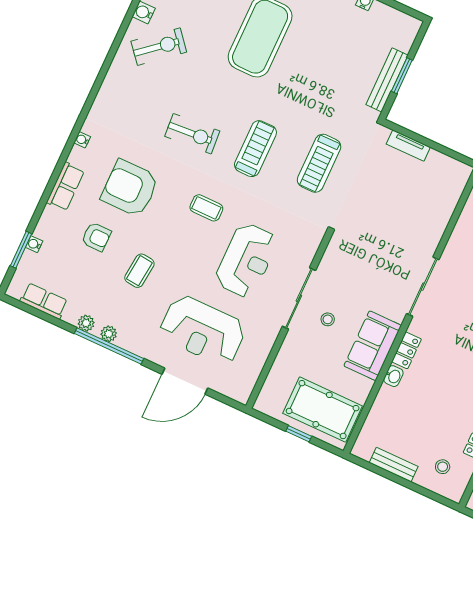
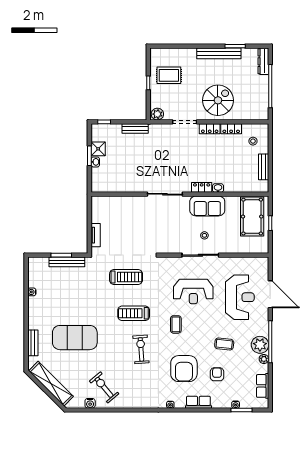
reception desk: (246, 260) -> (193, 291), turned 180
plant: (109, 334) -> (260, 345), width x1.87, depth x1.87

